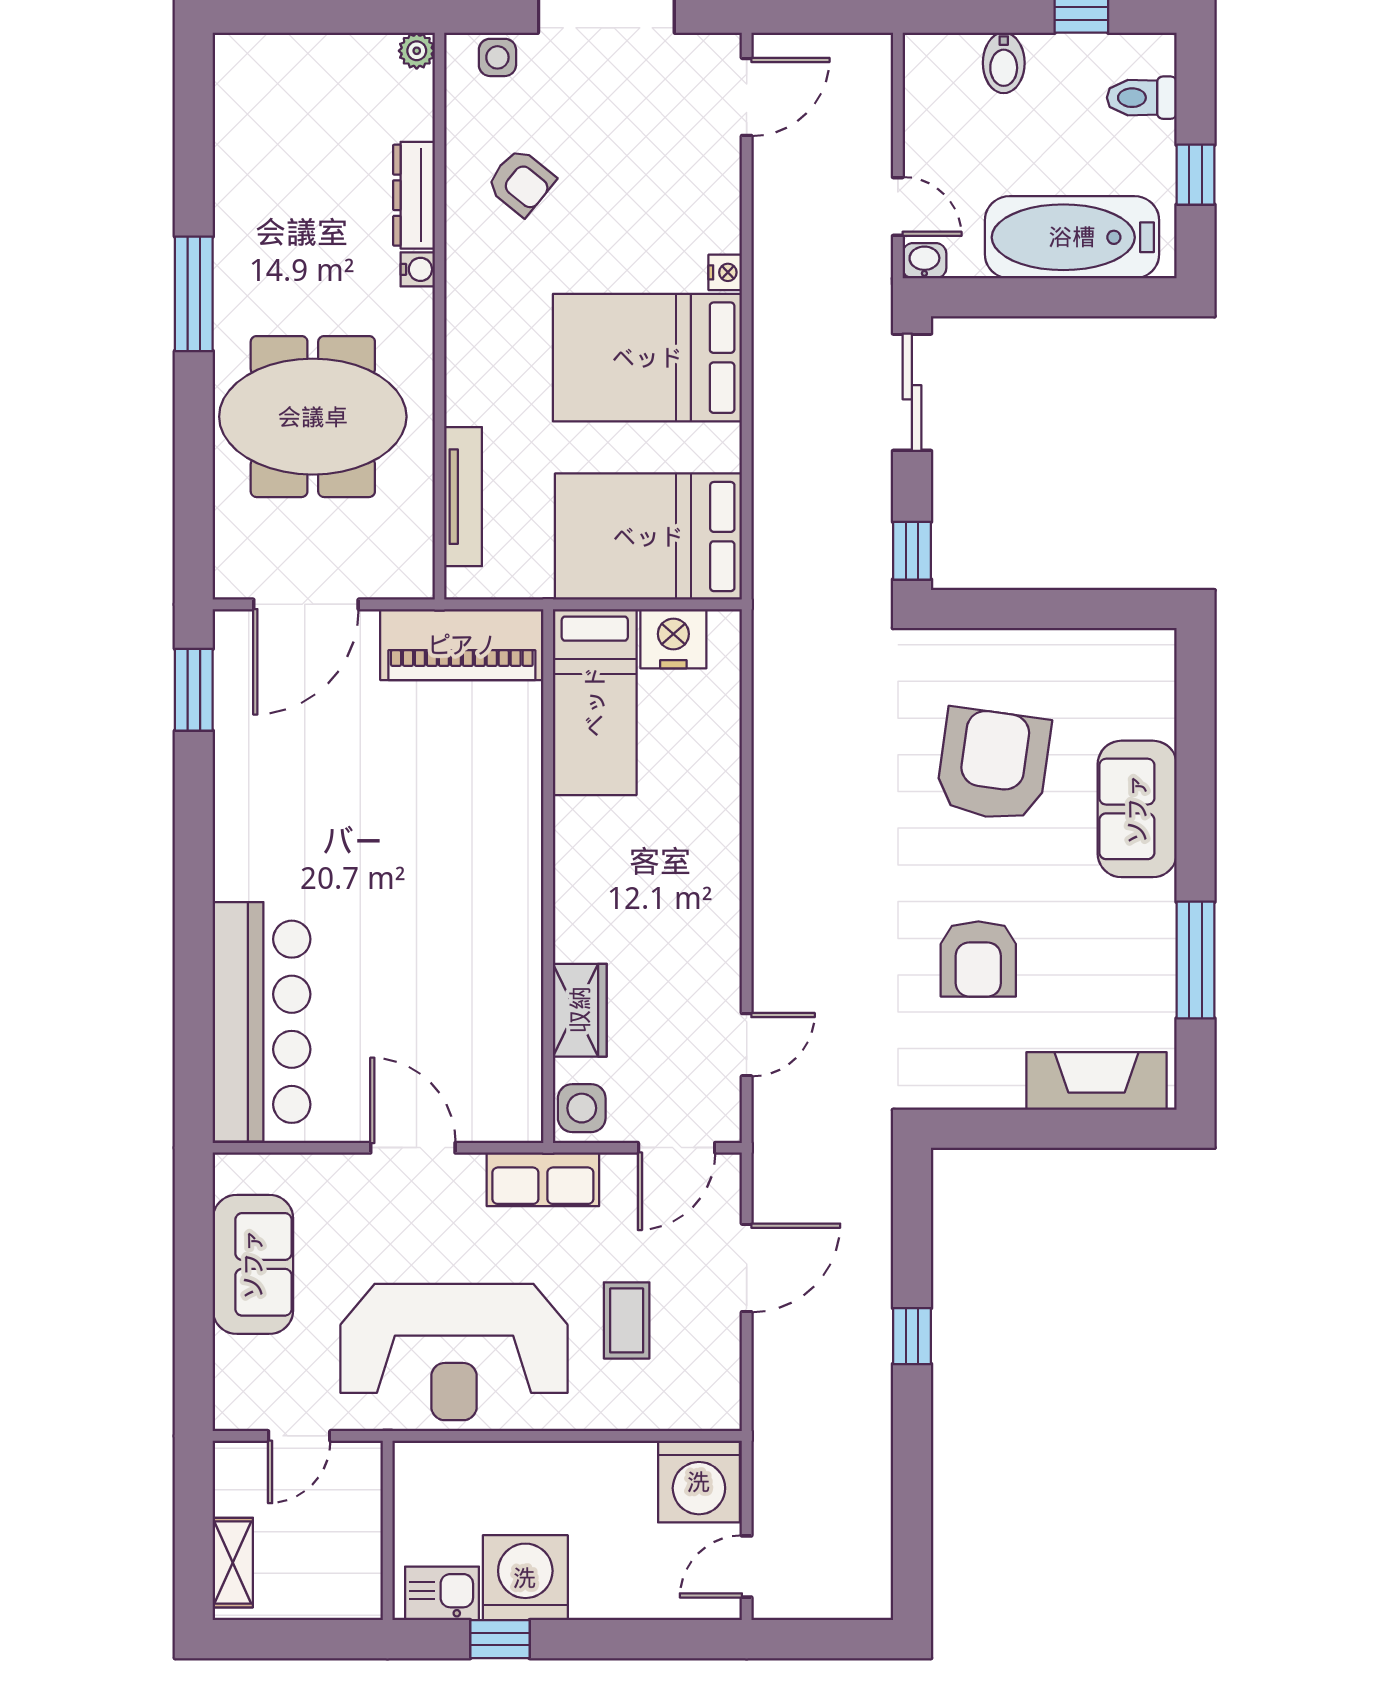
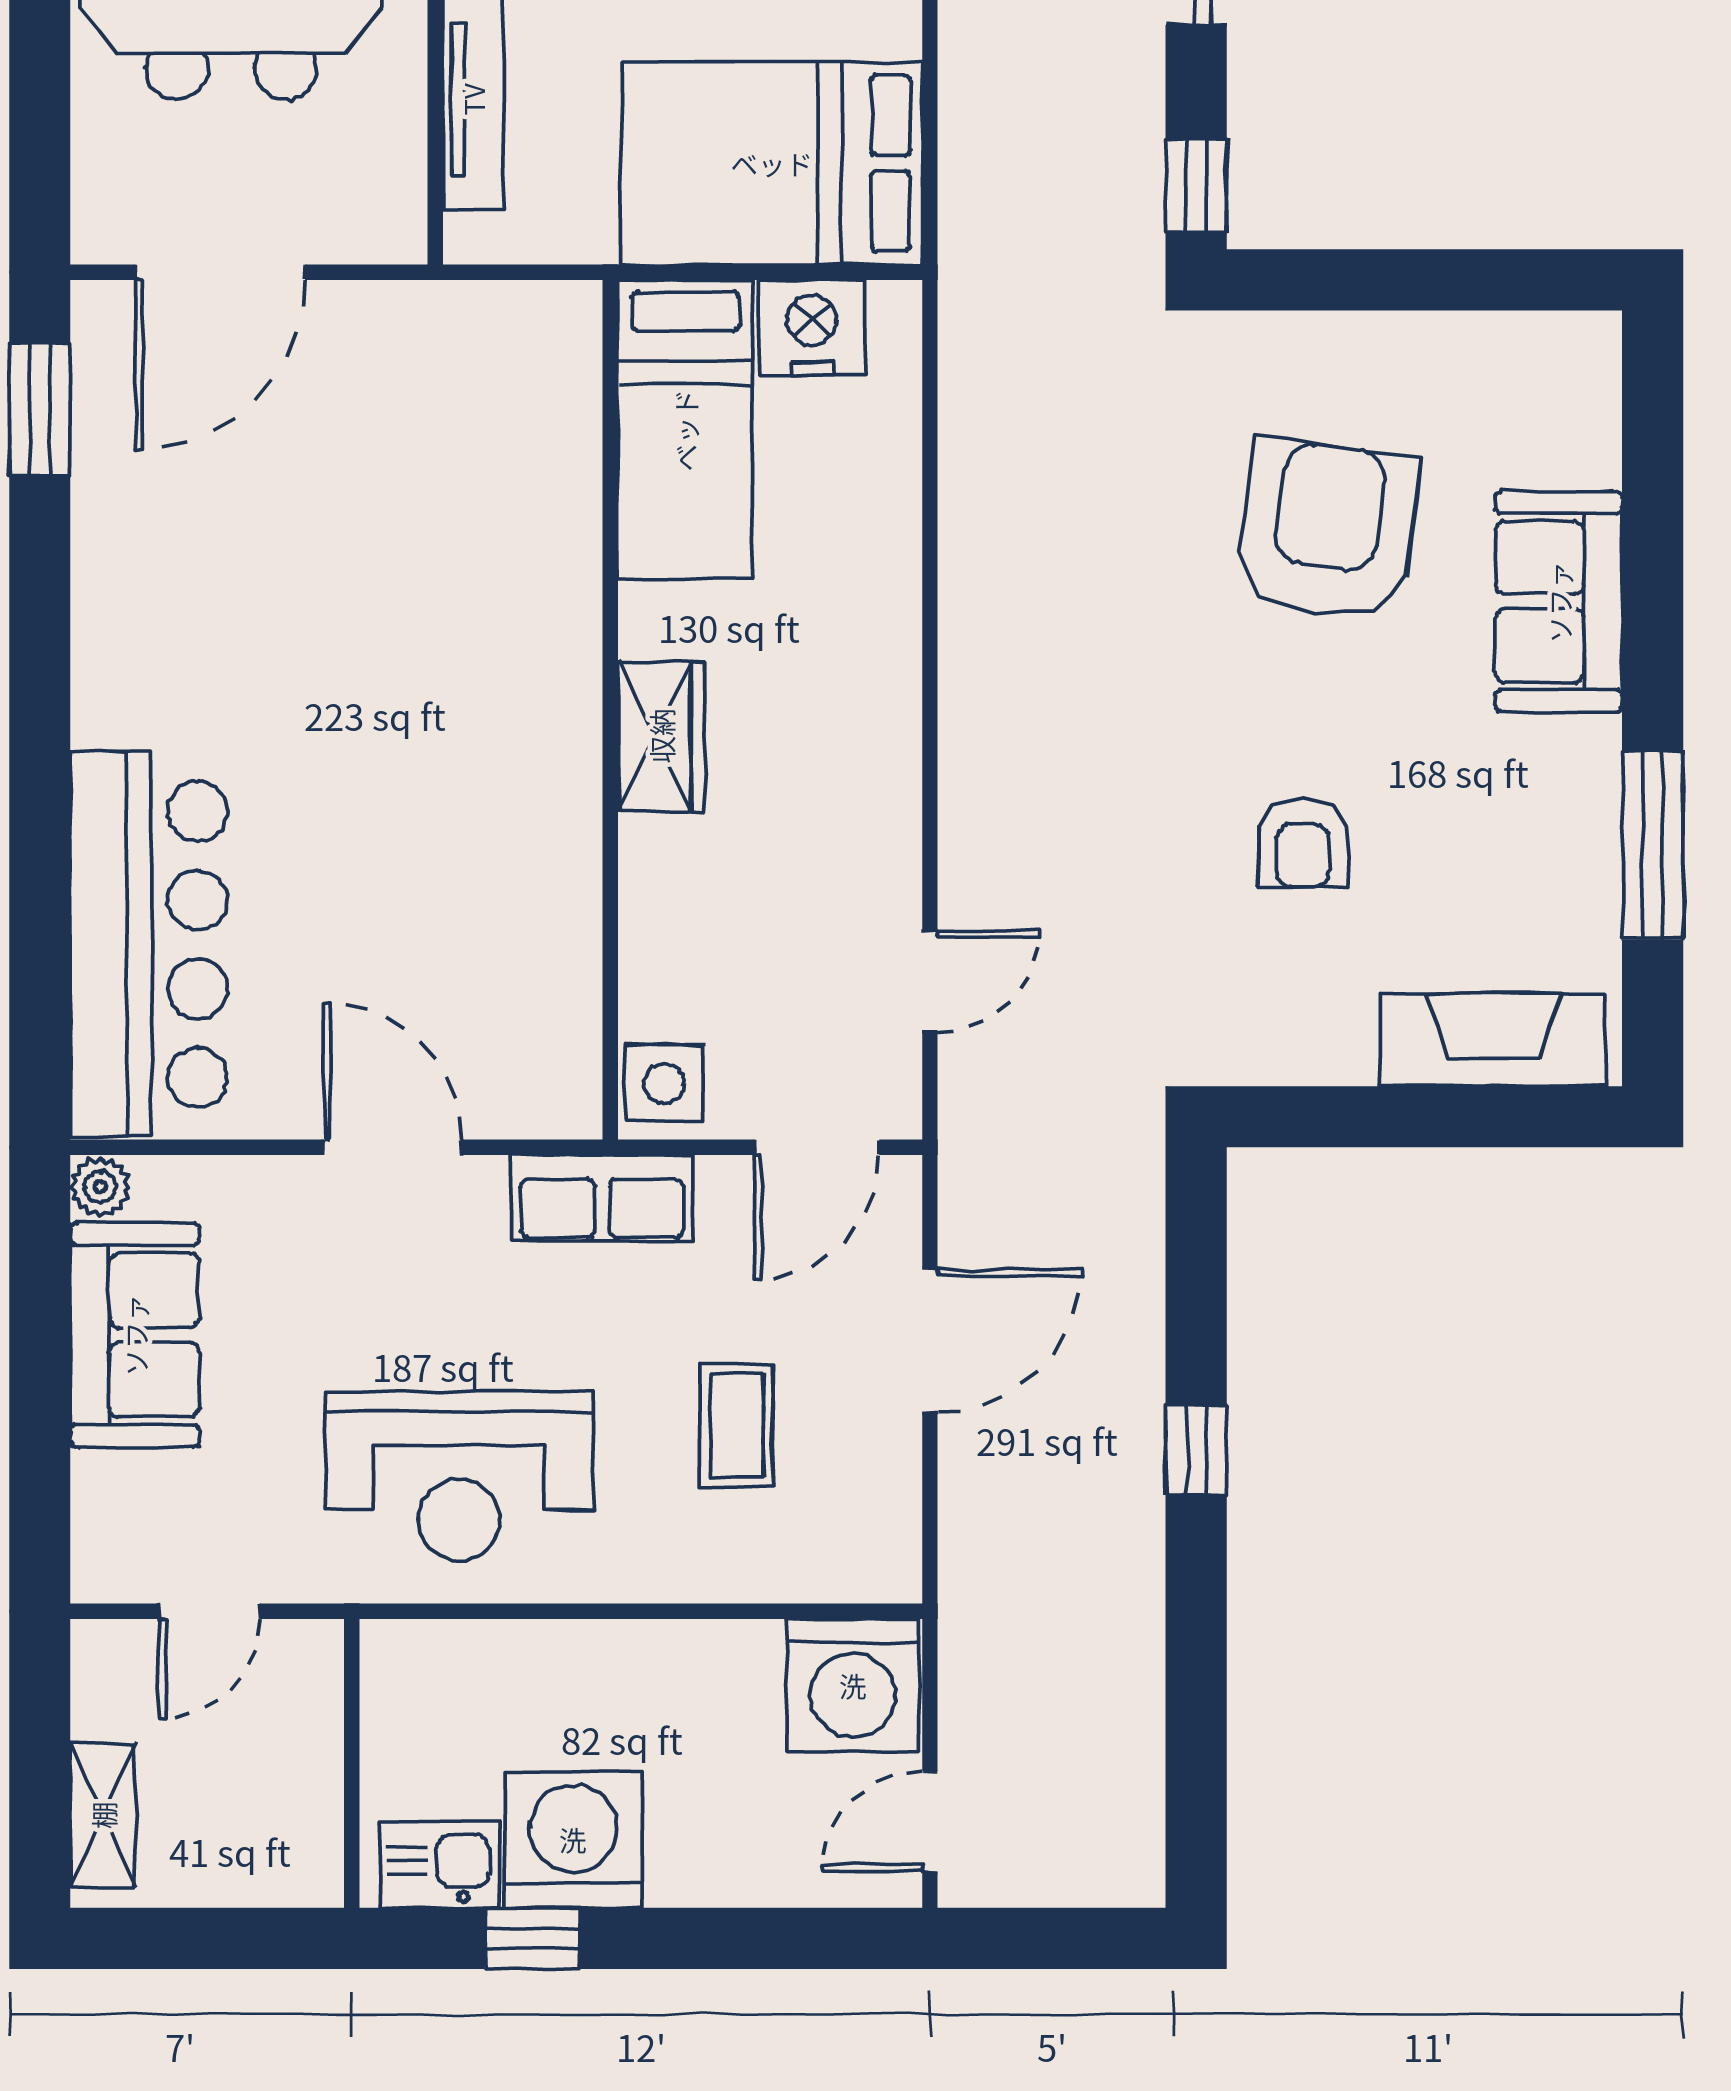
piano: (462, 645) -> (471, 337), removed
armchair: (978, 959) -> (1303, 843), width x0.72, depth x0.72
wardrobe: (580, 1010) -> (661, 736), moved
plant: (231, 1172) -> (100, 1187), added
reception desk: (454, 1352) -> (459, 1476), width x0.74, depth x0.77

